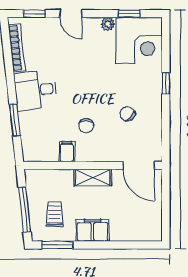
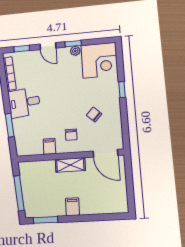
window: (129, 14) -> (73, 44), moved
chair: (86, 126) -> (71, 135), moved
trolley: (54, 214) -> (42, 195), removed
filing cabinet: (93, 230) -> (72, 207), width x0.50

